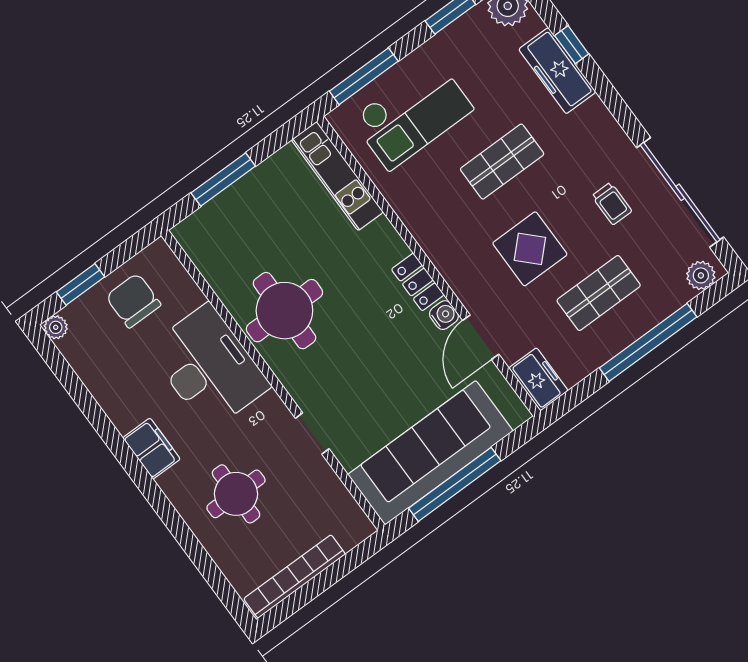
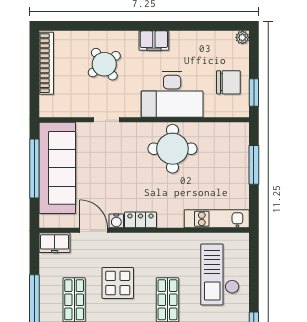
window: (364, 76) -> (254, 265), removed
window: (80, 284) -> (254, 93), moved
round table: (236, 494) -> (104, 64), turned -36

